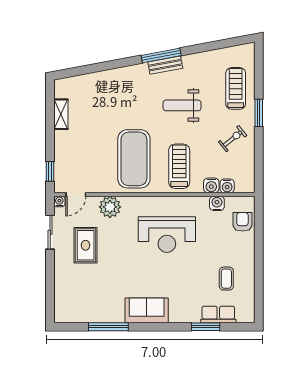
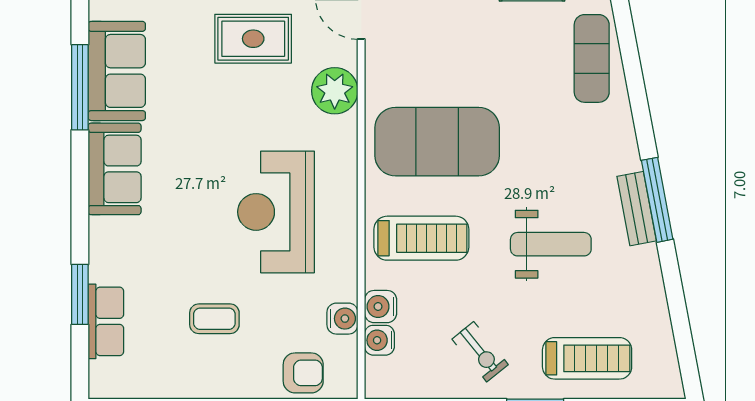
exercise mat: (95, 86) -> (592, 58), added
weight bench: (182, 105) -> (551, 244), turned 90
coffee table: (226, 279) -> (214, 319), moved
sofa: (101, 309) -> (117, 71), added

